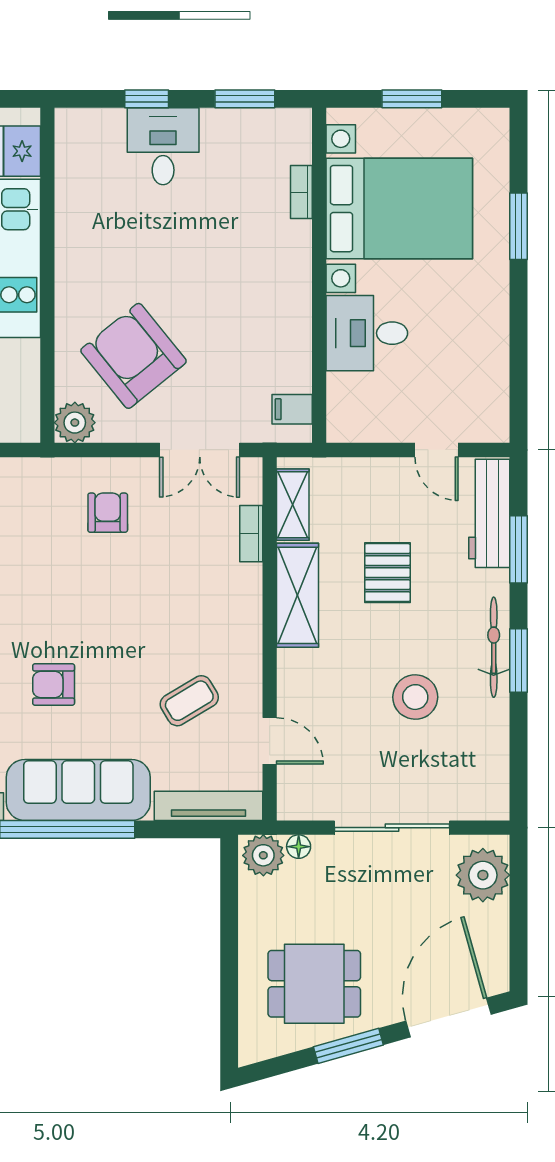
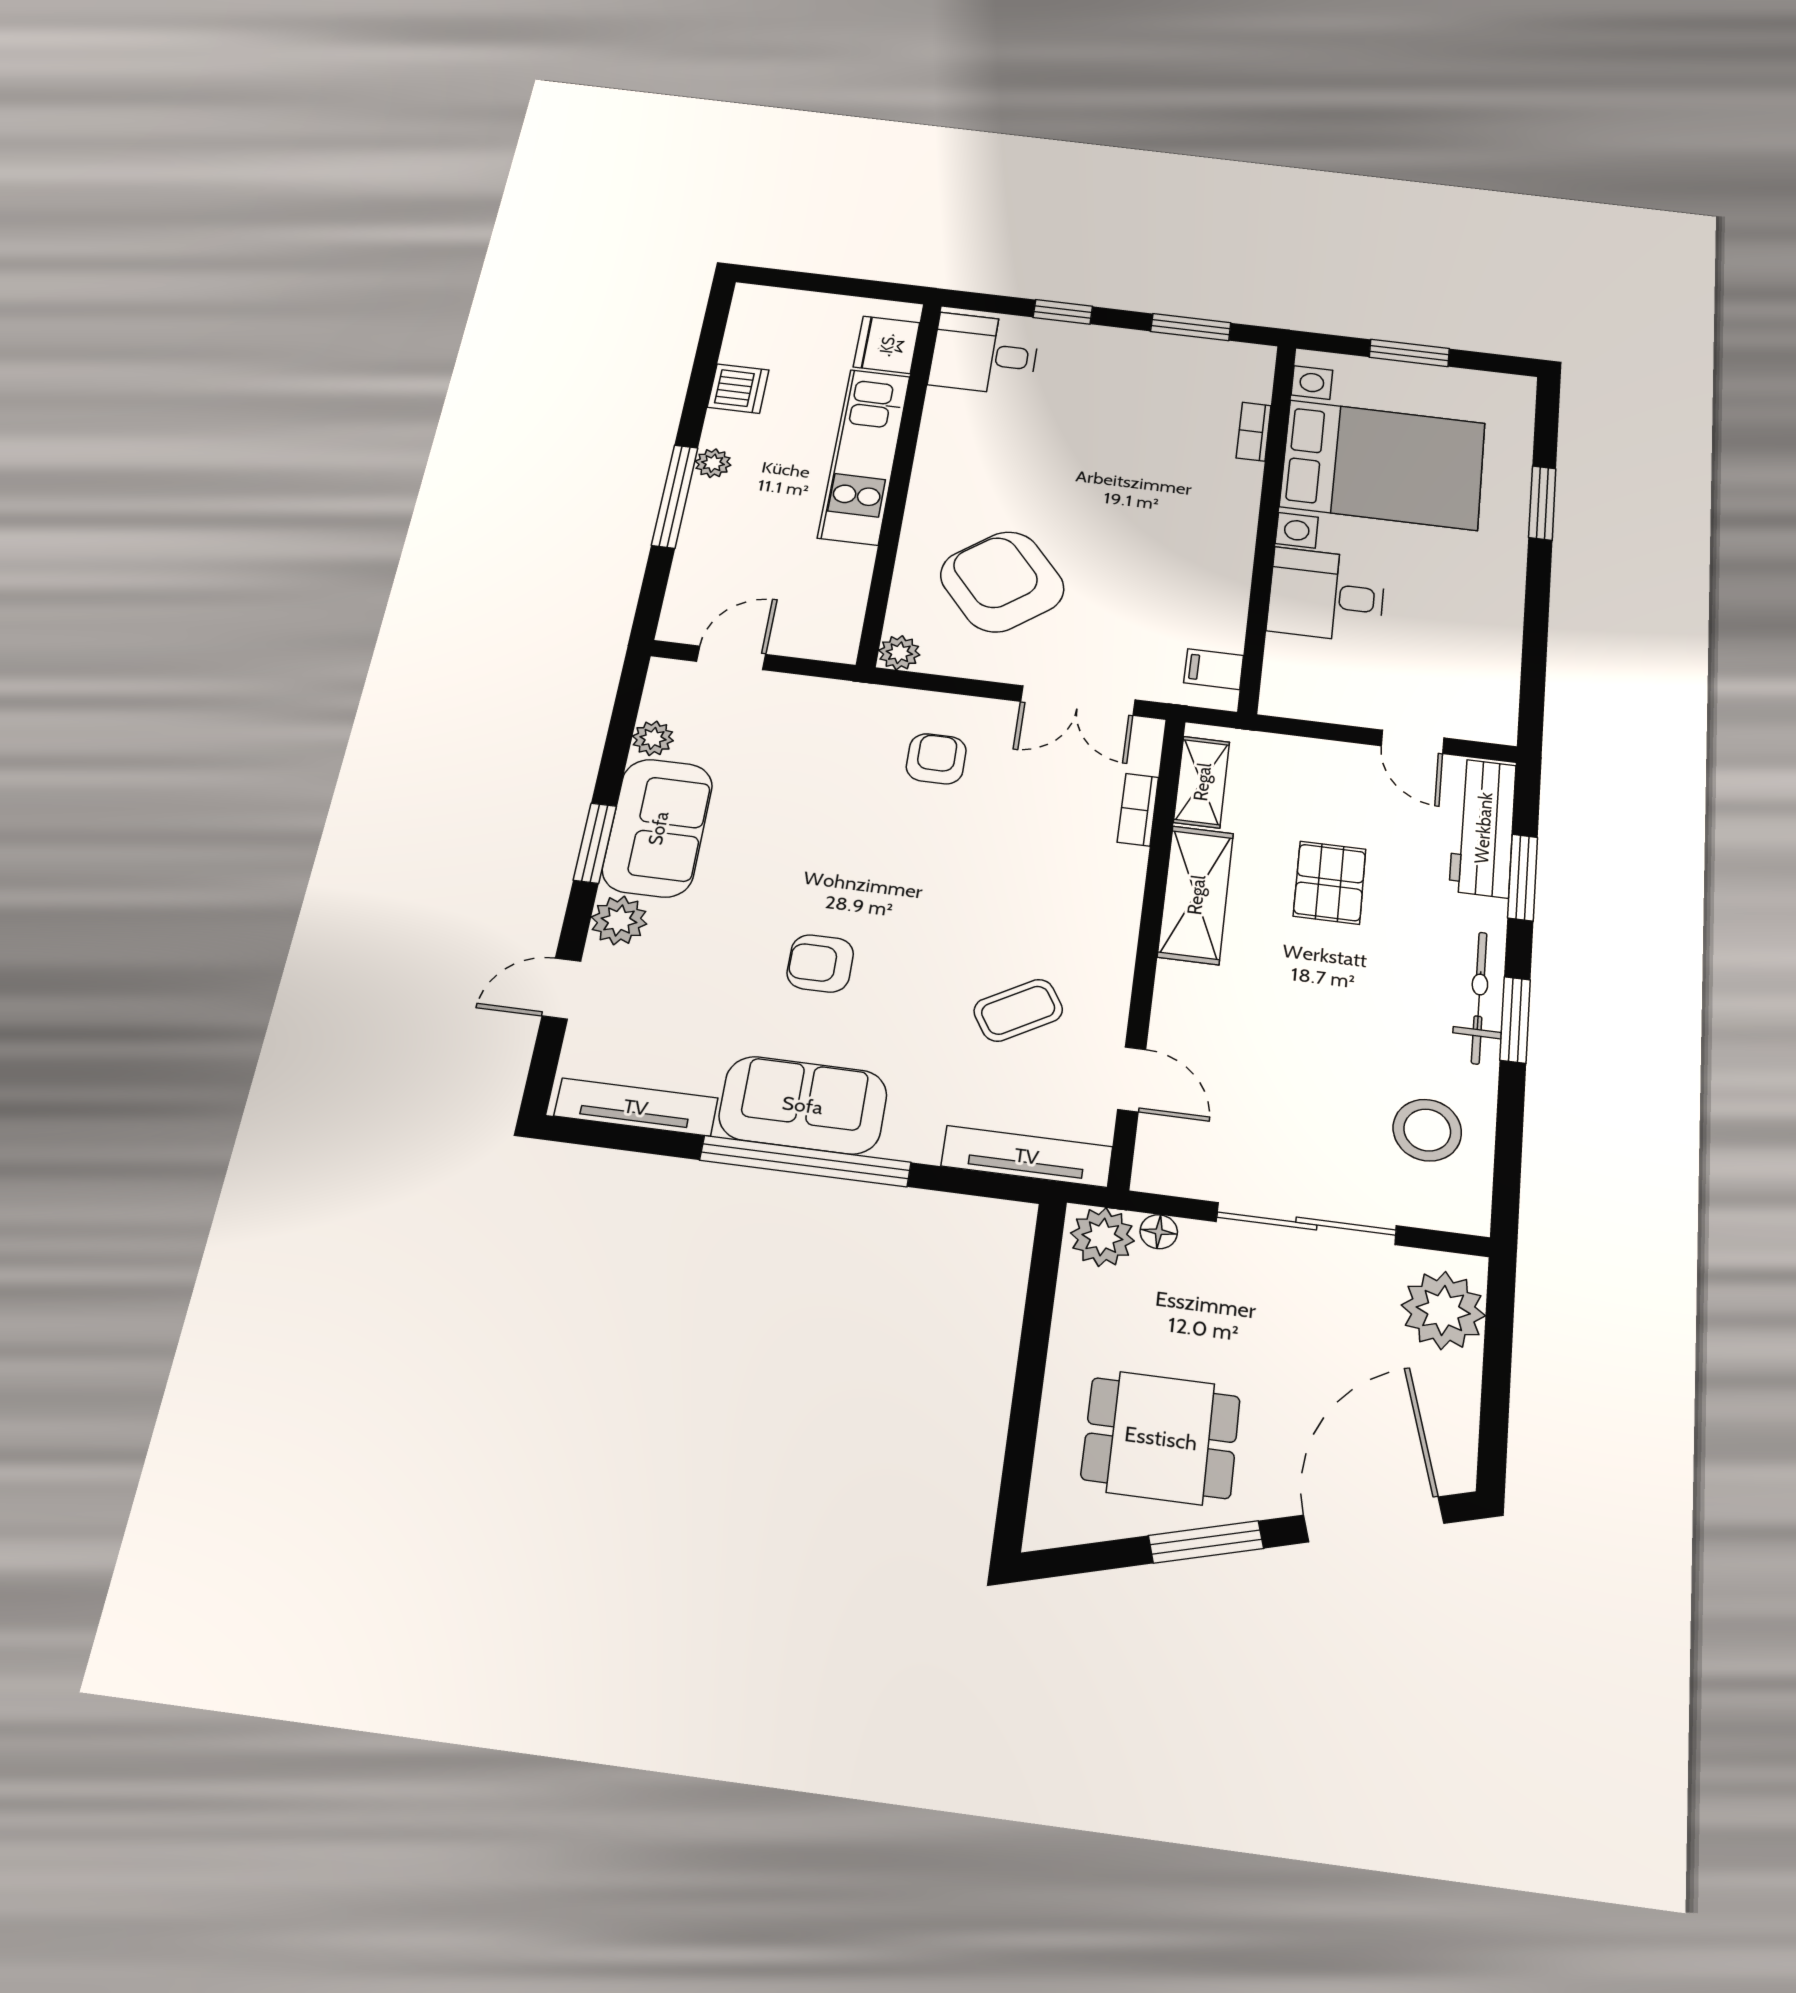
desk: (163, 146) -> (984, 354), moved, turned -90
plant: (75, 423) -> (899, 653), width x0.73, depth x0.73
stool: (415, 697) -> (1427, 1130), moved
sofa: (78, 790) -> (803, 1105), width x0.73

